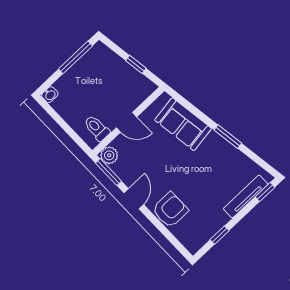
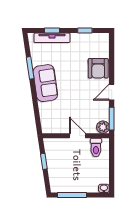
sofa: (183, 124) -> (45, 83), moved
window: (228, 137) -> (30, 68), moved
window: (265, 192) -> (52, 31), moved
armchair: (170, 210) -> (98, 68), turned -90

